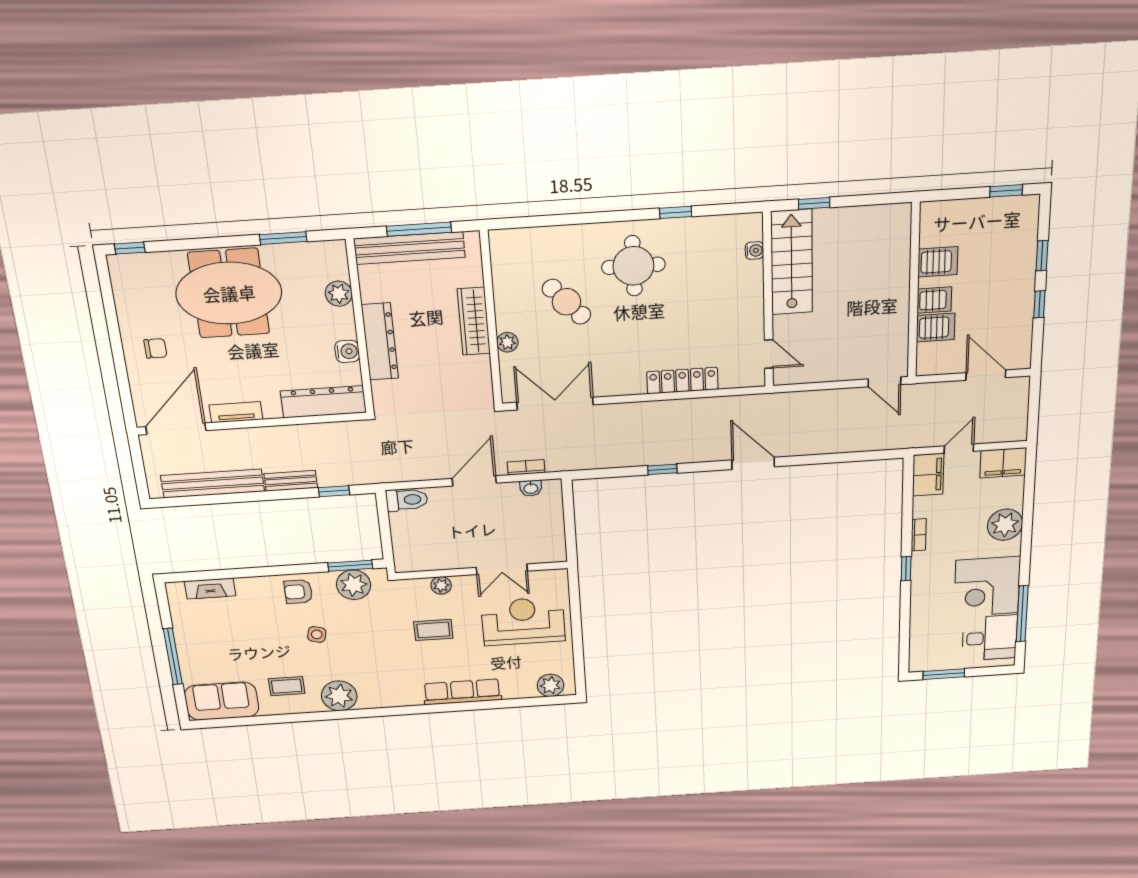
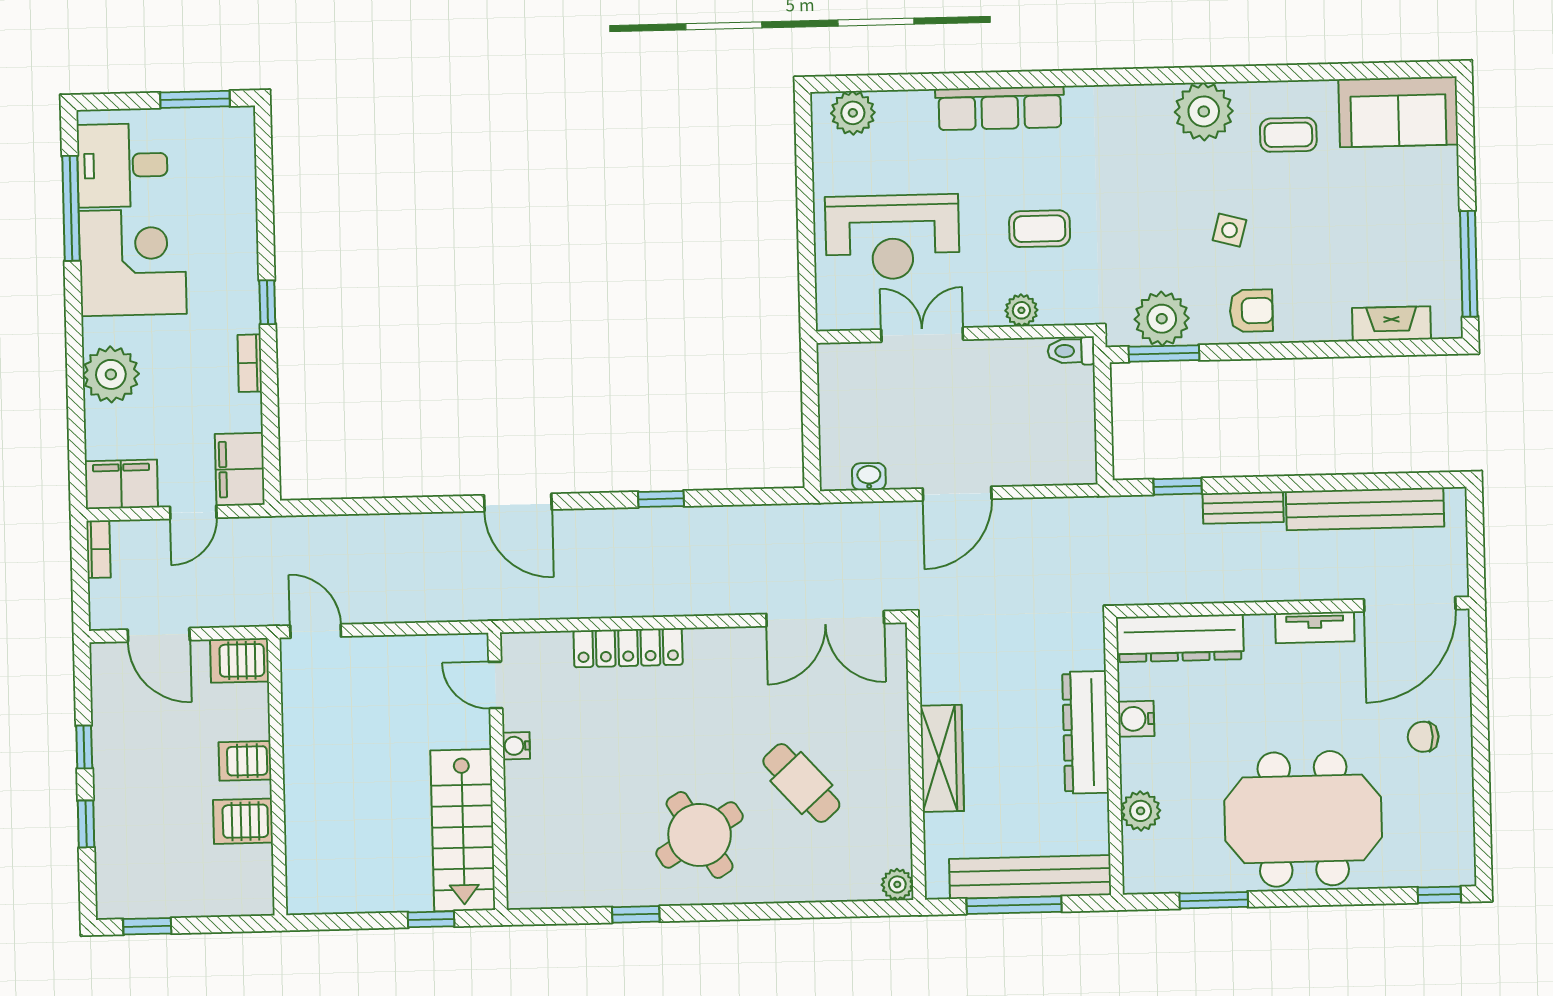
water cooler: (754, 251) -> (516, 746), moved
round table: (633, 266) -> (700, 835), turned -32
server rack: (936, 328) -> (239, 660), moved
plant: (507, 342) -> (897, 884), moved
bookcase: (526, 467) -> (98, 549), moved, turned -90
toilet: (407, 500) -> (1071, 351), moved, width x0.73, depth x0.72
window: (173, 656) -> (1469, 264), moved

